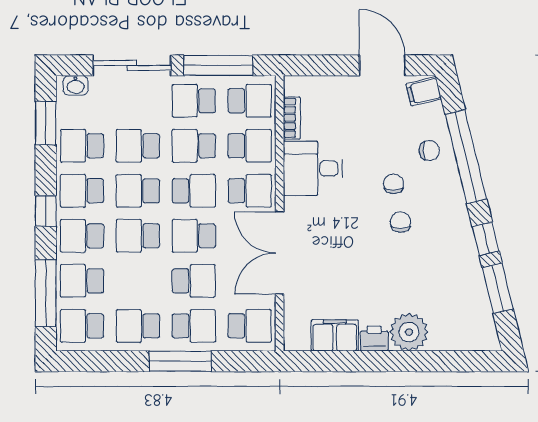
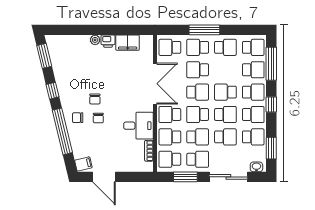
window: (218, 65) -> (185, 177), width x0.69
chair: (429, 150) -> (78, 118), moved
school desk: (138, 236) -> (225, 92), turned 180
window: (498, 288) -> (44, 56), moved
plant: (409, 332) -> (95, 40), width x0.53, depth x0.53

